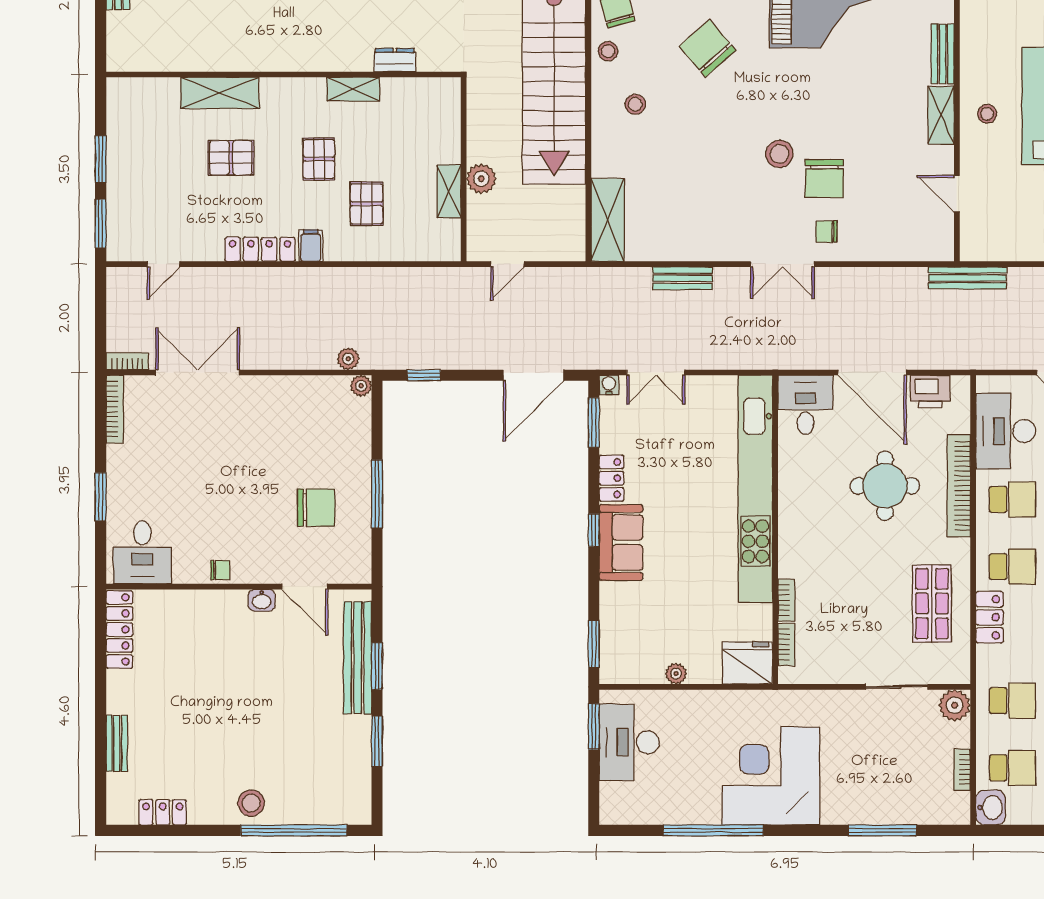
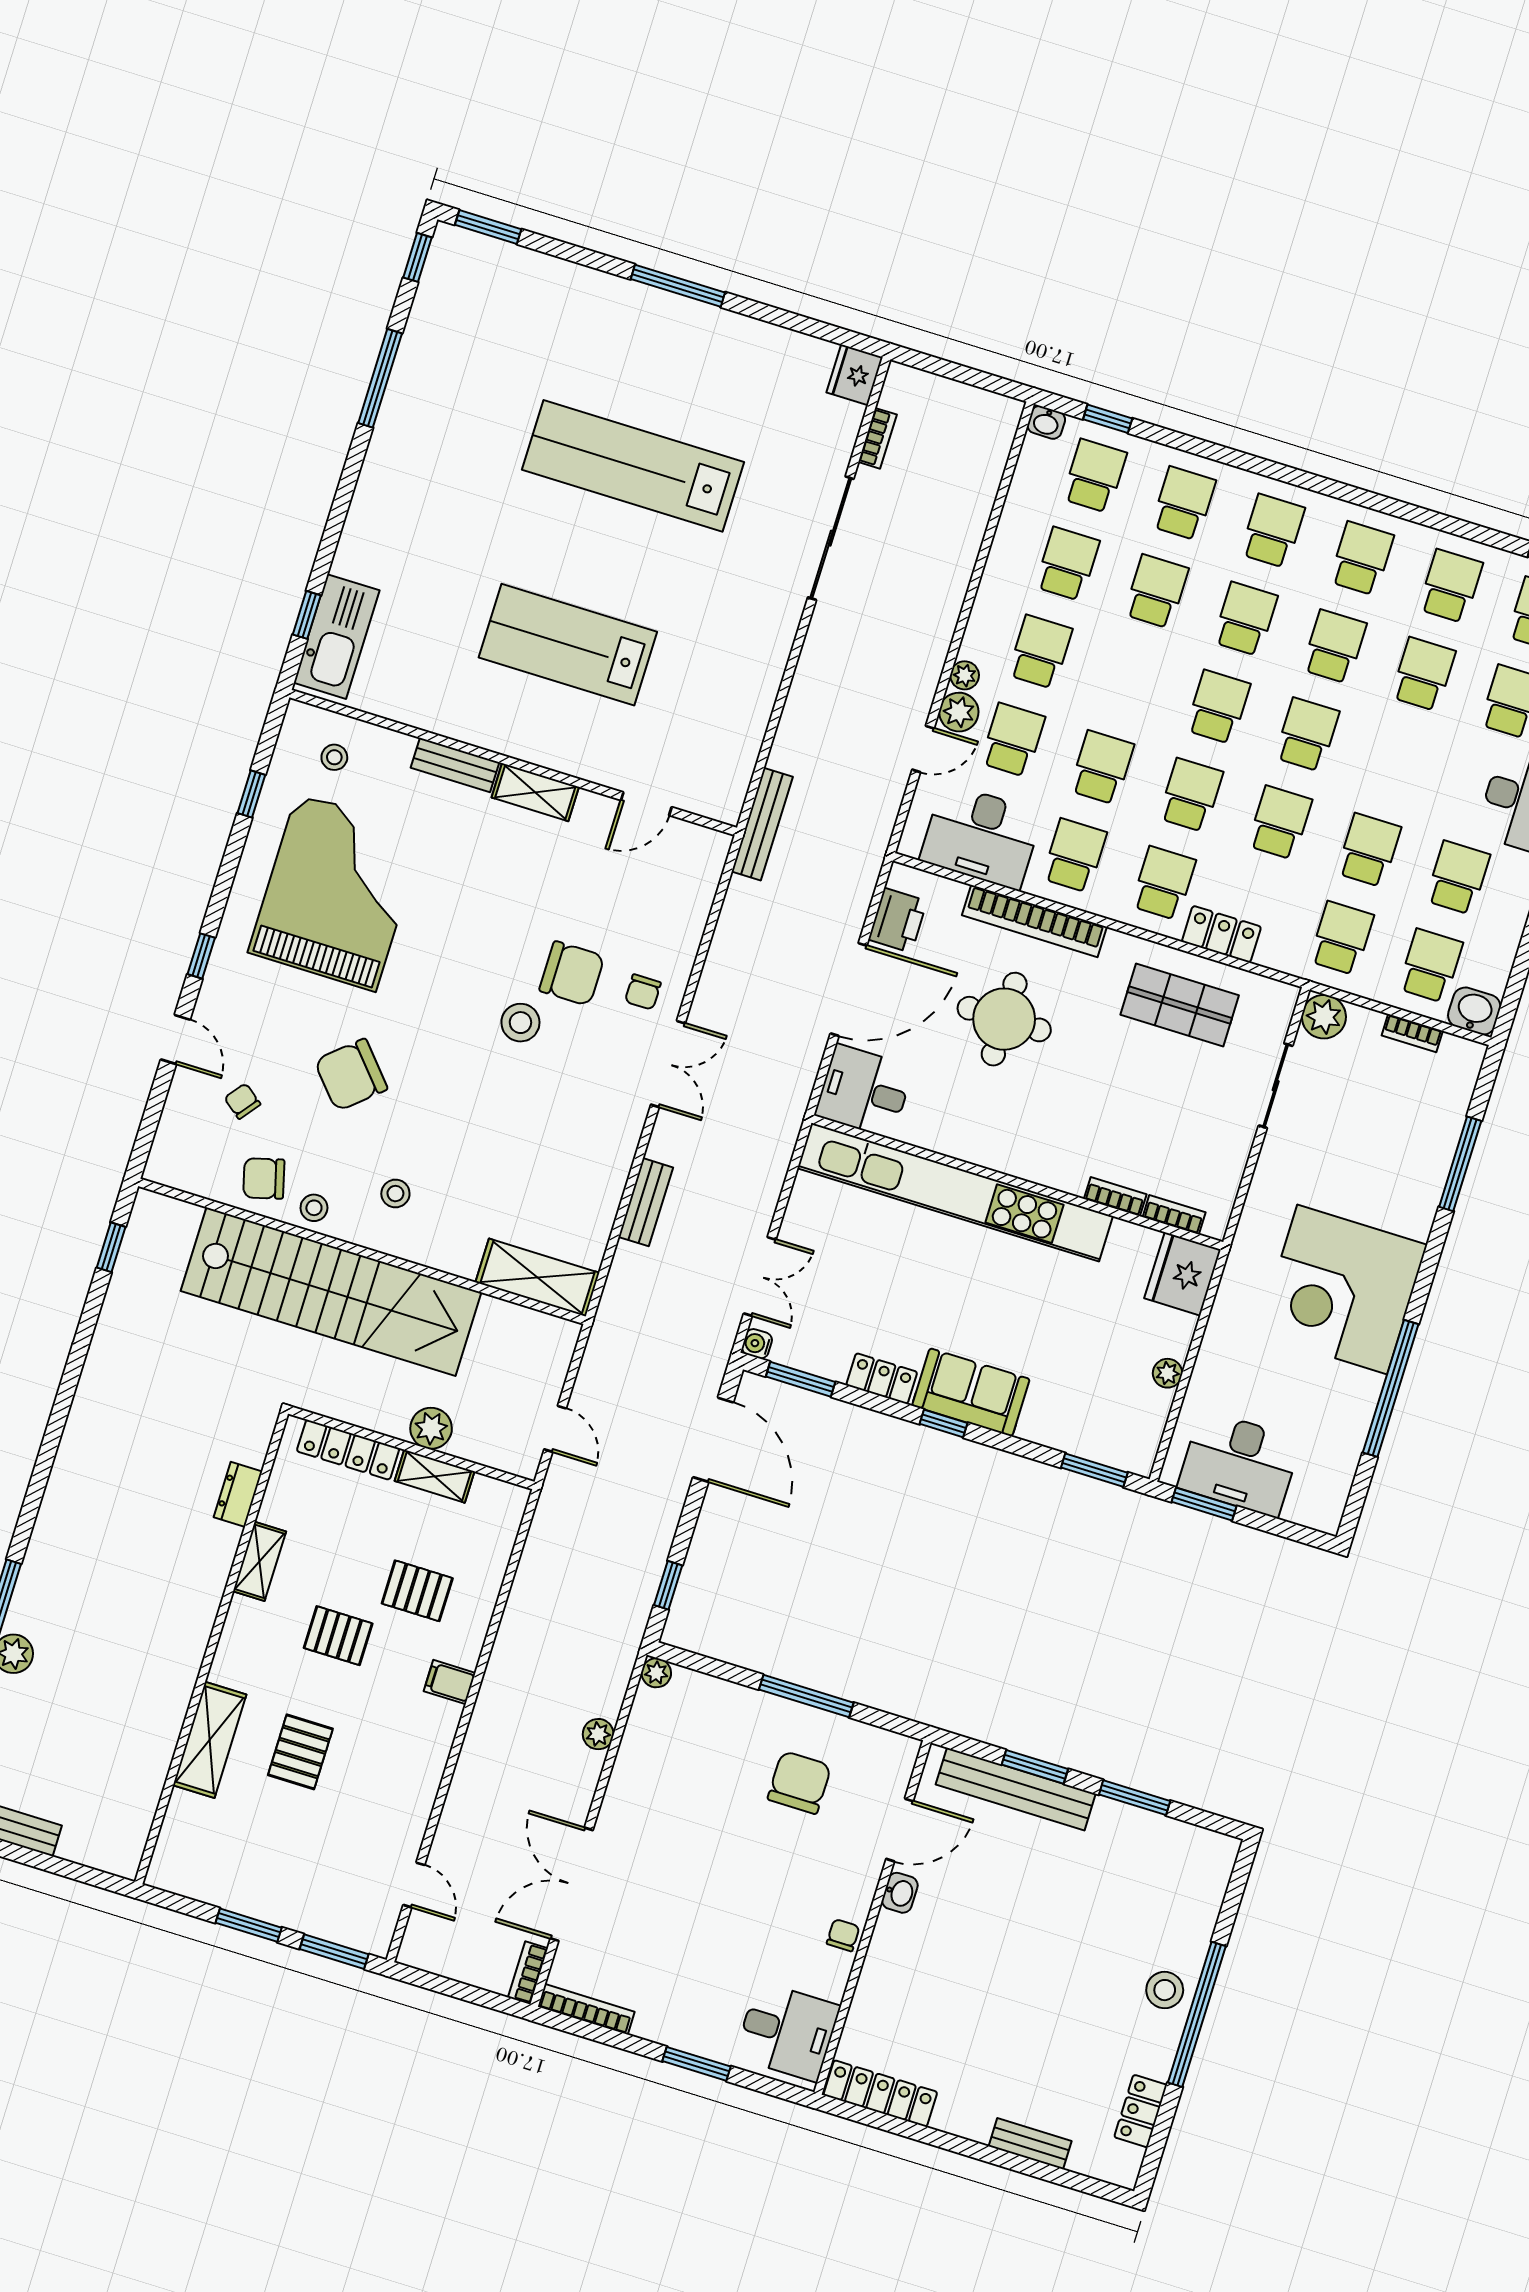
stool: (987, 114) -> (553, 731), removed
locker: (260, 249) -> (348, 1450), moved, turned -90
plant: (348, 359) -> (598, 1734), moved
window: (294, 830) -> (1197, 2014), moved

